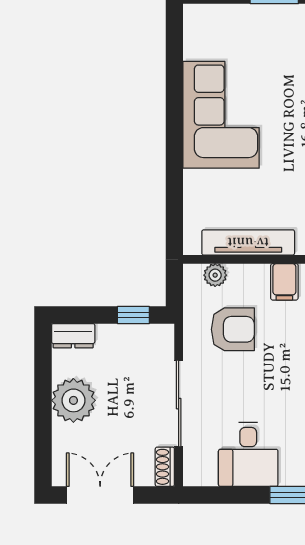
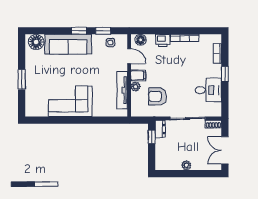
plant: (215, 275) -> (135, 87), moved
armchair: (233, 329) -> (157, 96), turned -90
dresser: (73, 336) -> (160, 129), moved
plant: (73, 400) -> (186, 165), width x0.53, depth x0.53

